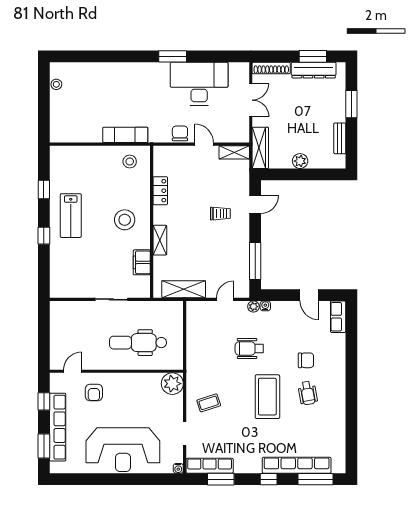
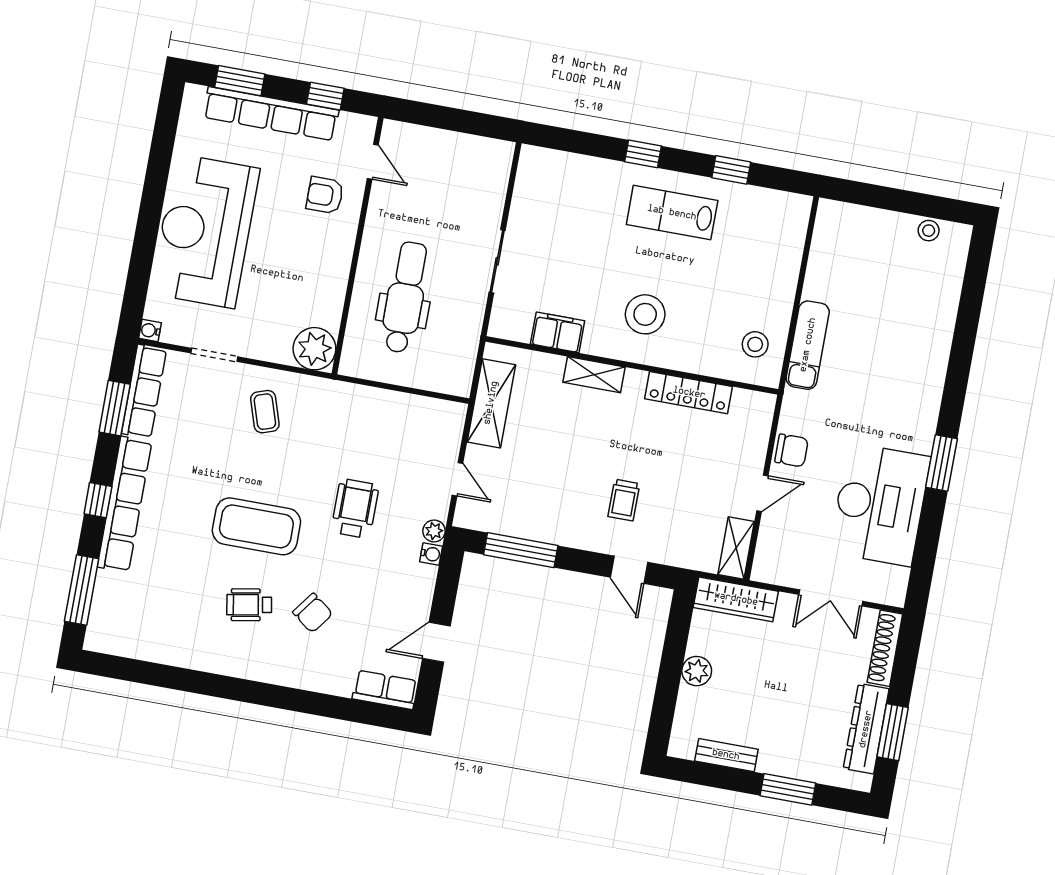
locker: (160, 191) -> (689, 393), width x1.53
chair: (306, 360) -> (313, 613), turned -53
row of seats: (297, 465) -> (125, 504), moved

